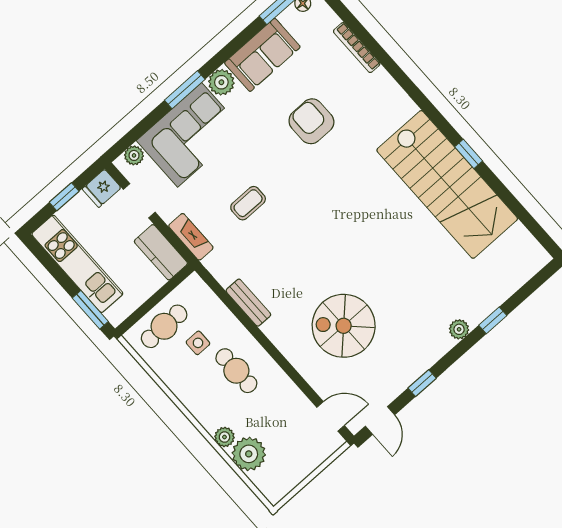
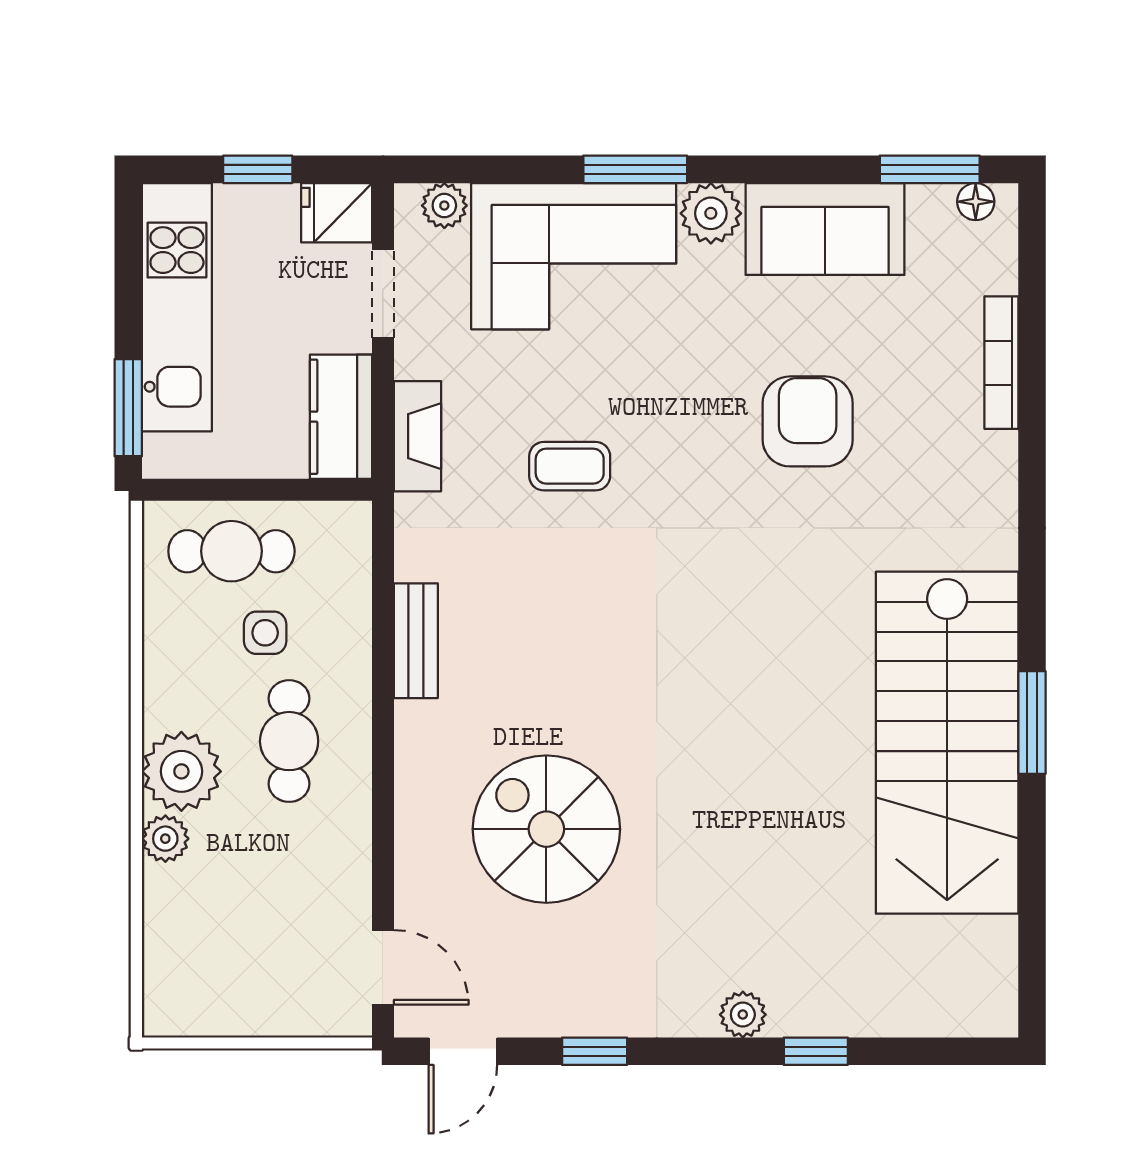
window: (469, 154) -> (1032, 723), width x1.50
plant: (249, 454) -> (181, 771), moved

